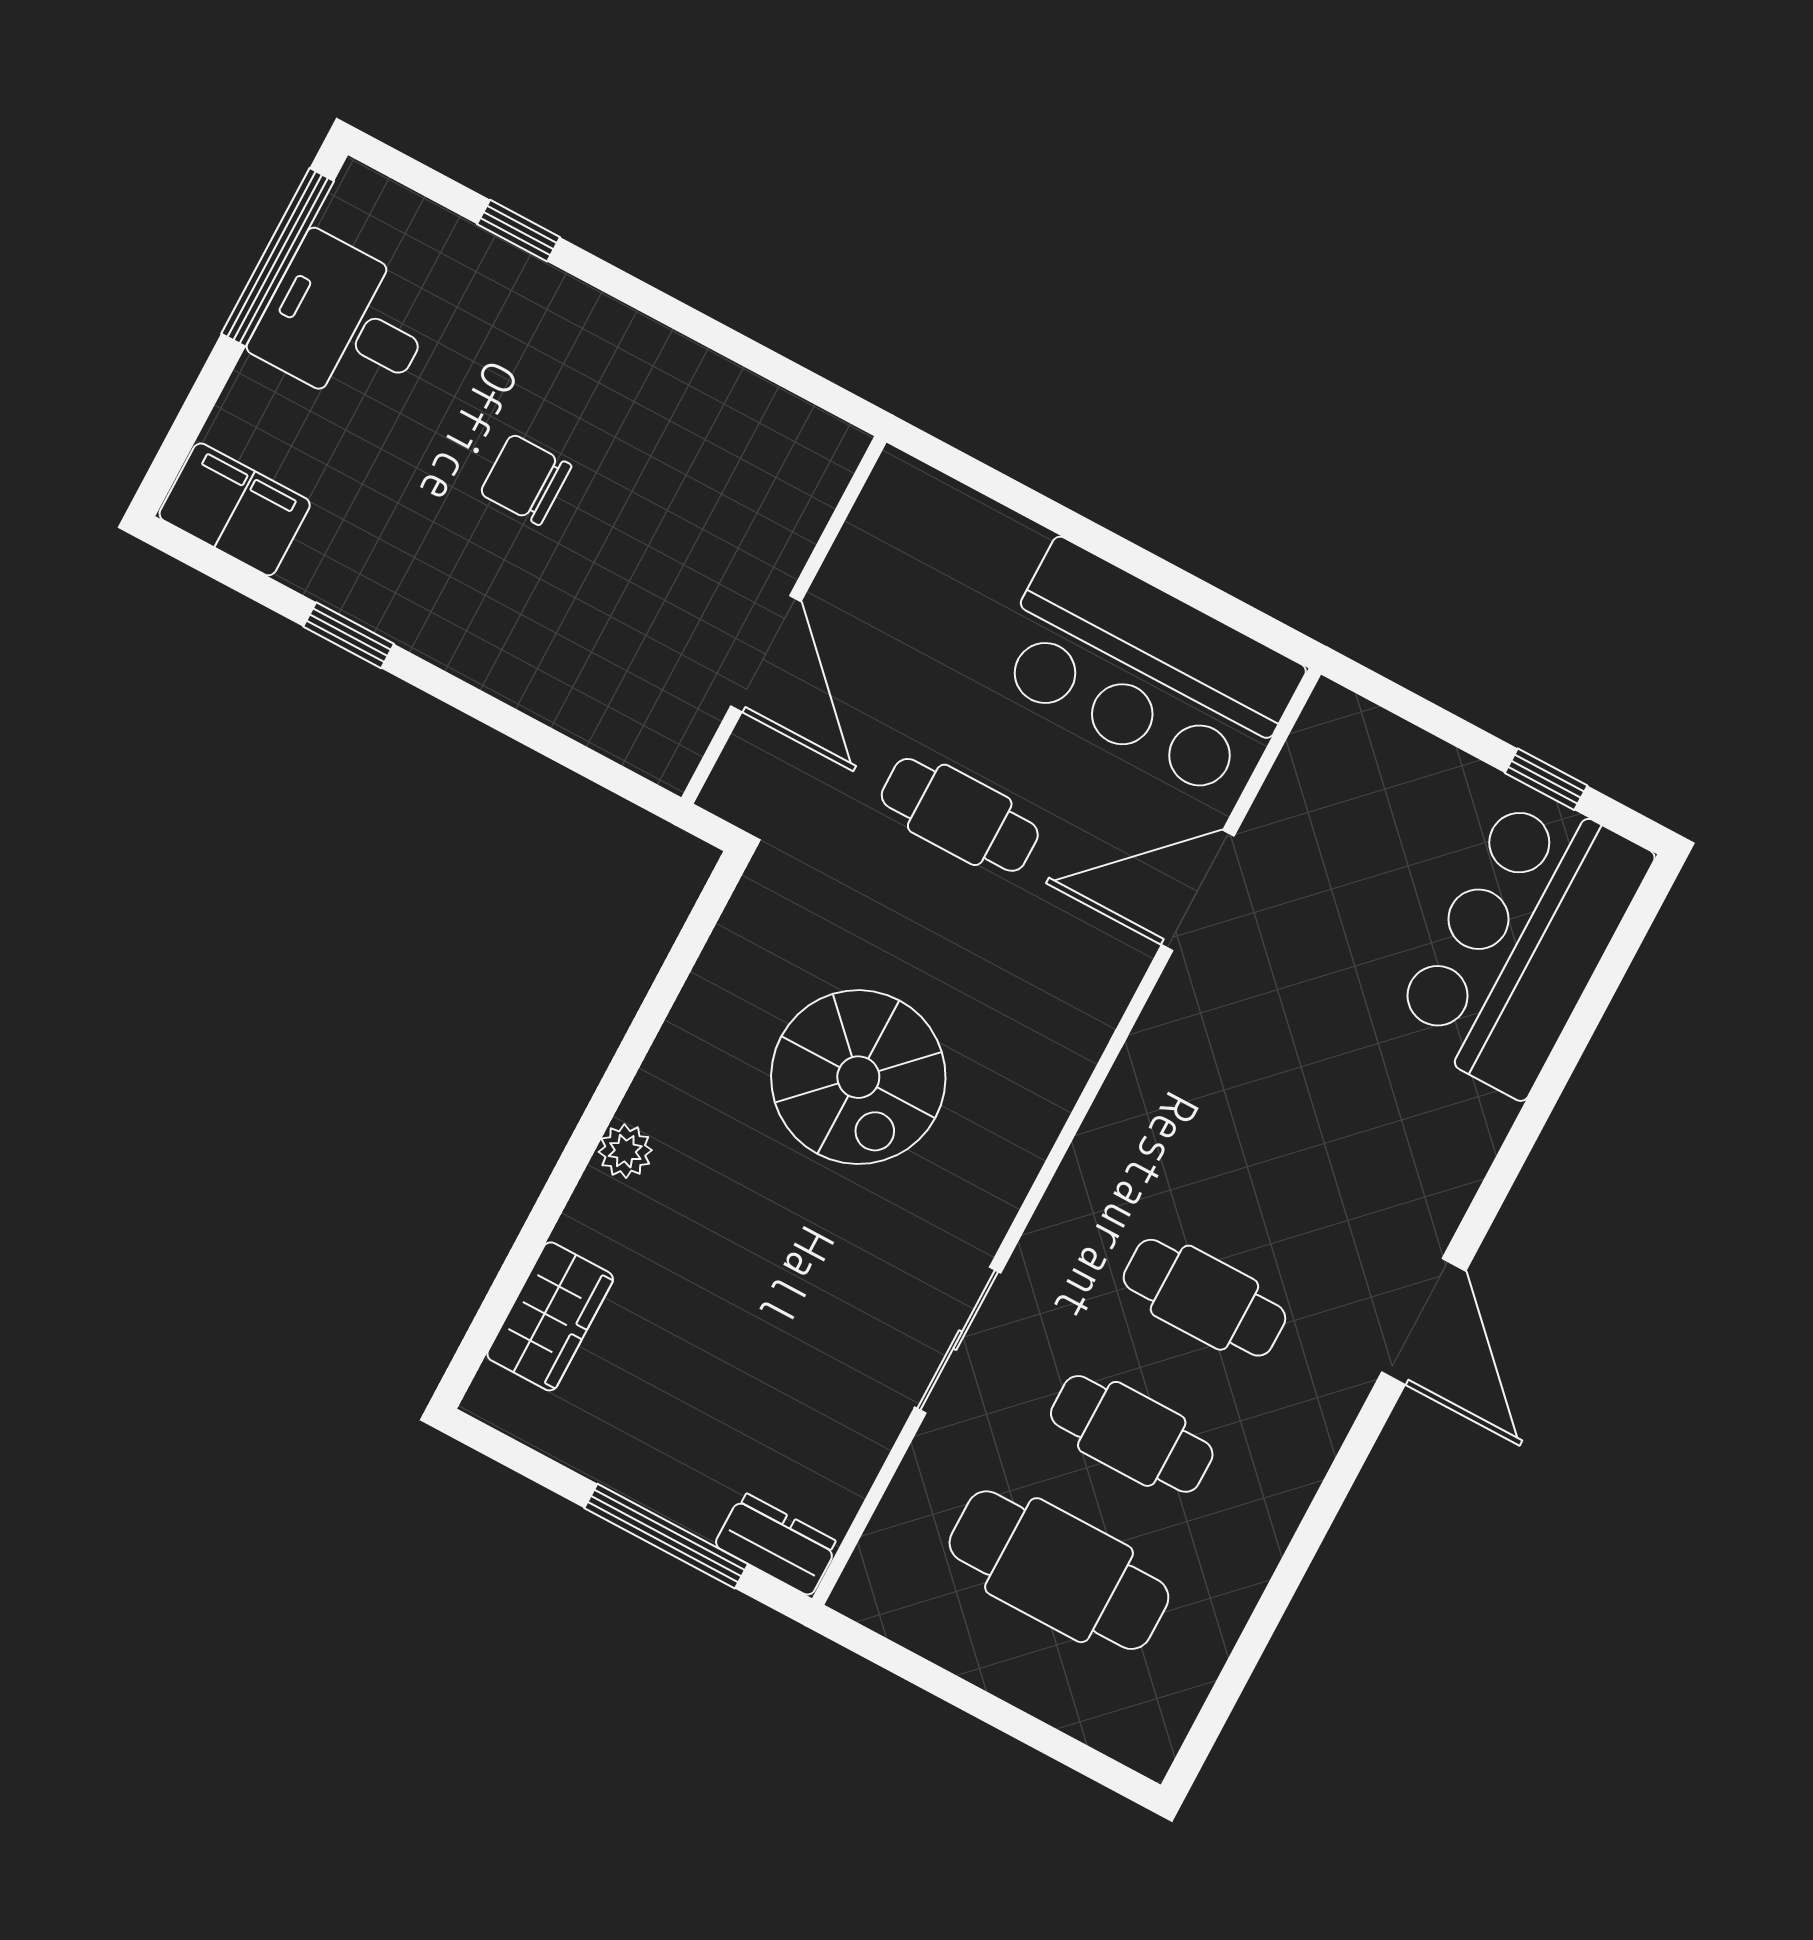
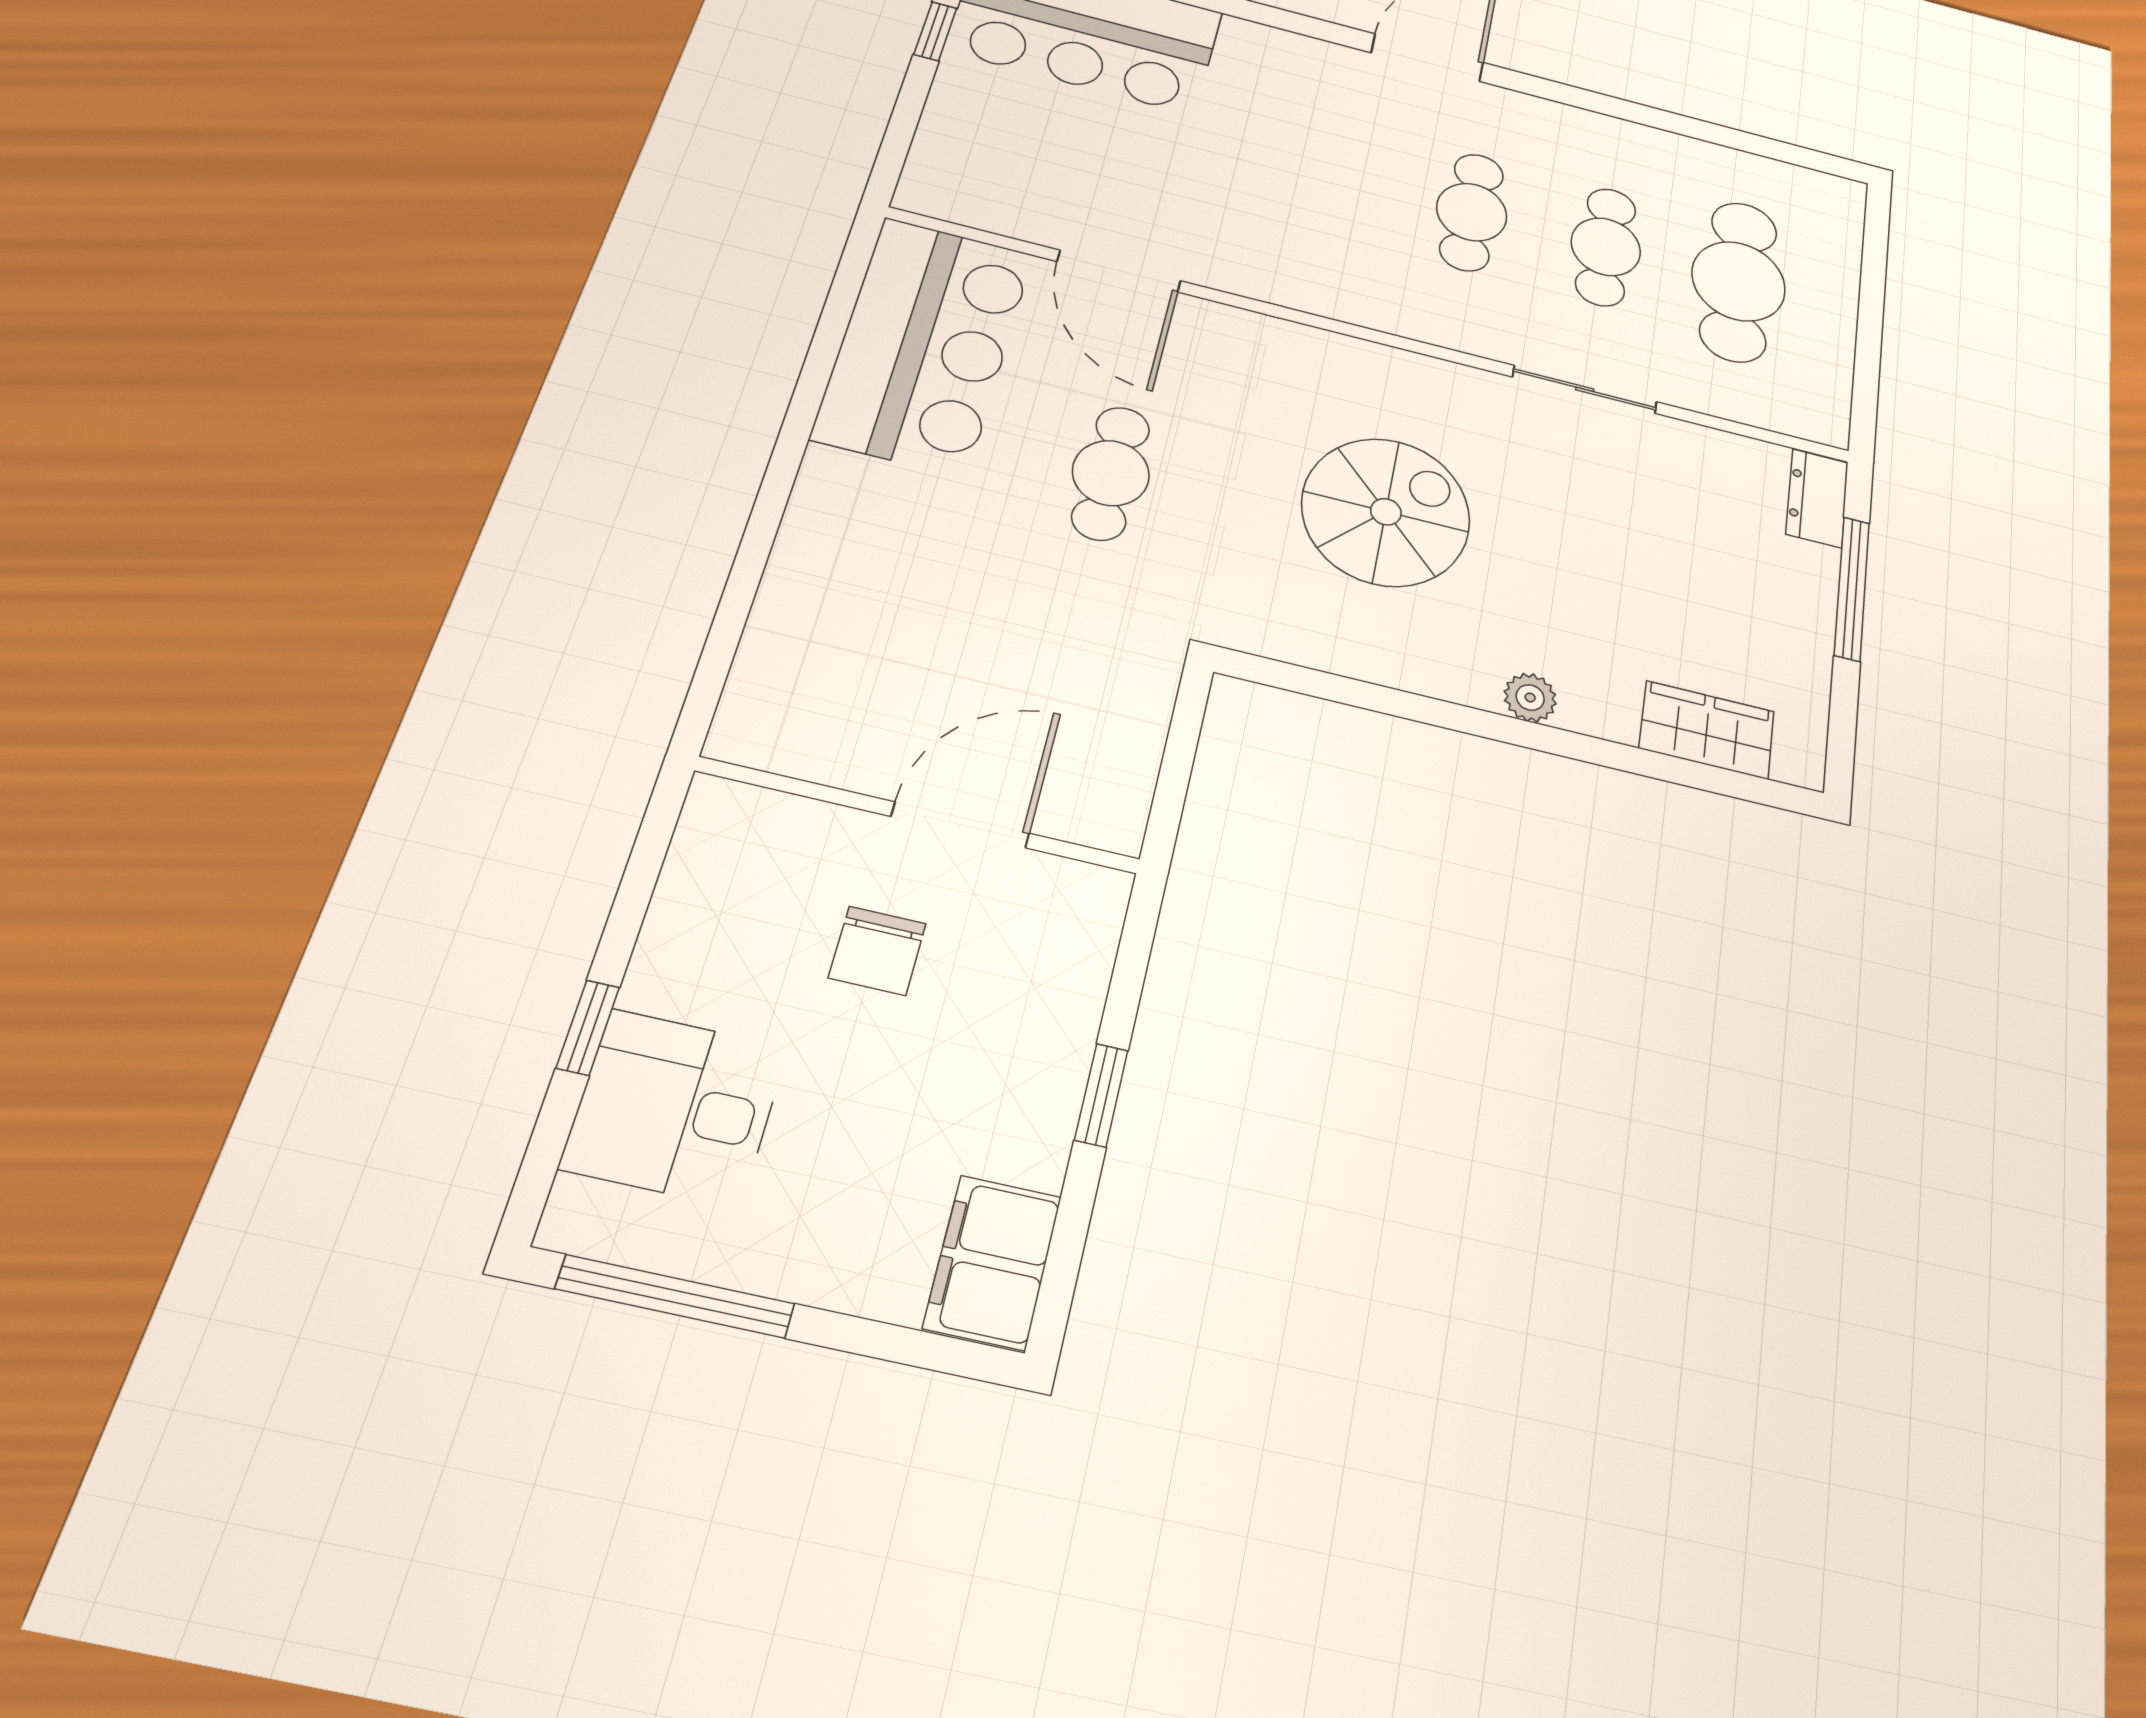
desk: (345, 323) -> (675, 1107), moved, turned 90
wall: (784, 620) -> (919, 815), moved
door: (766, 654) -> (960, 825), moved

